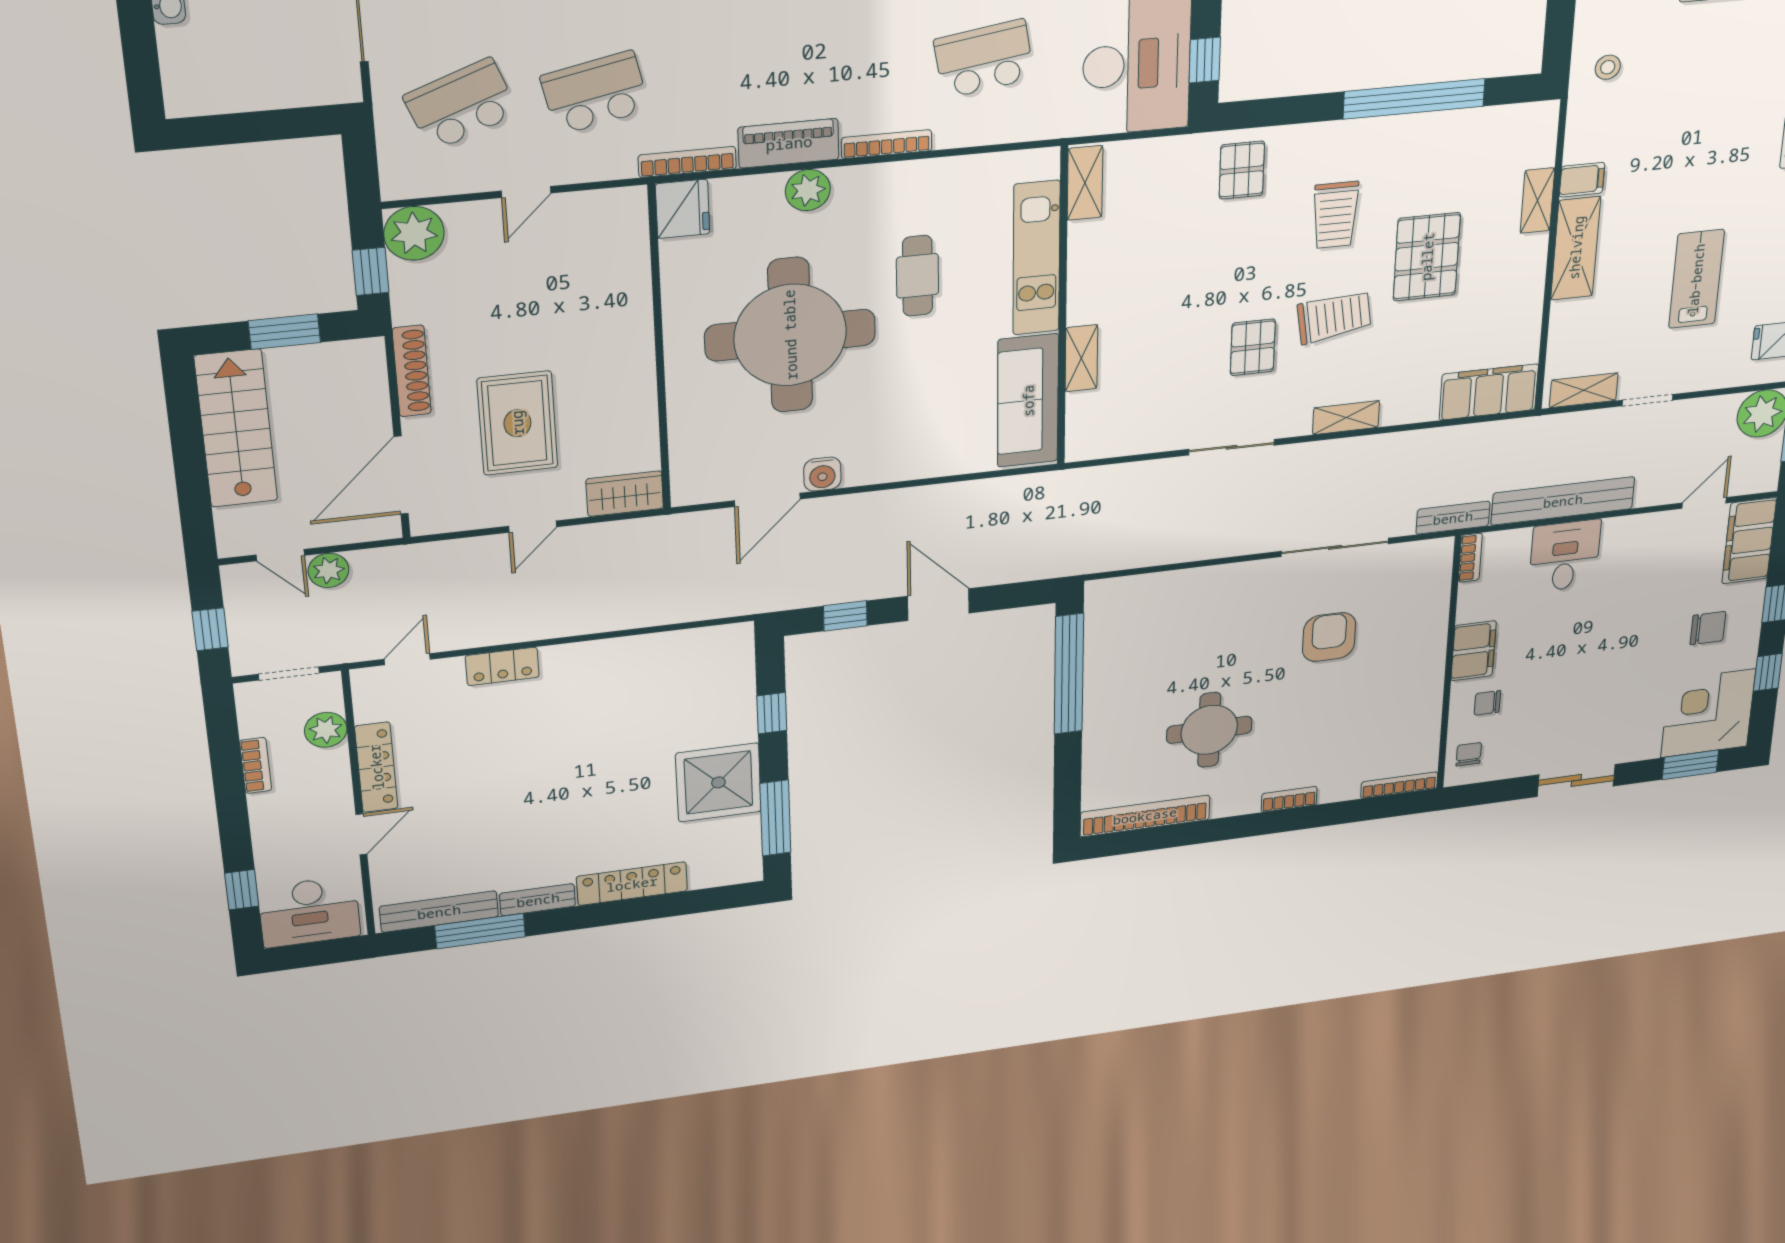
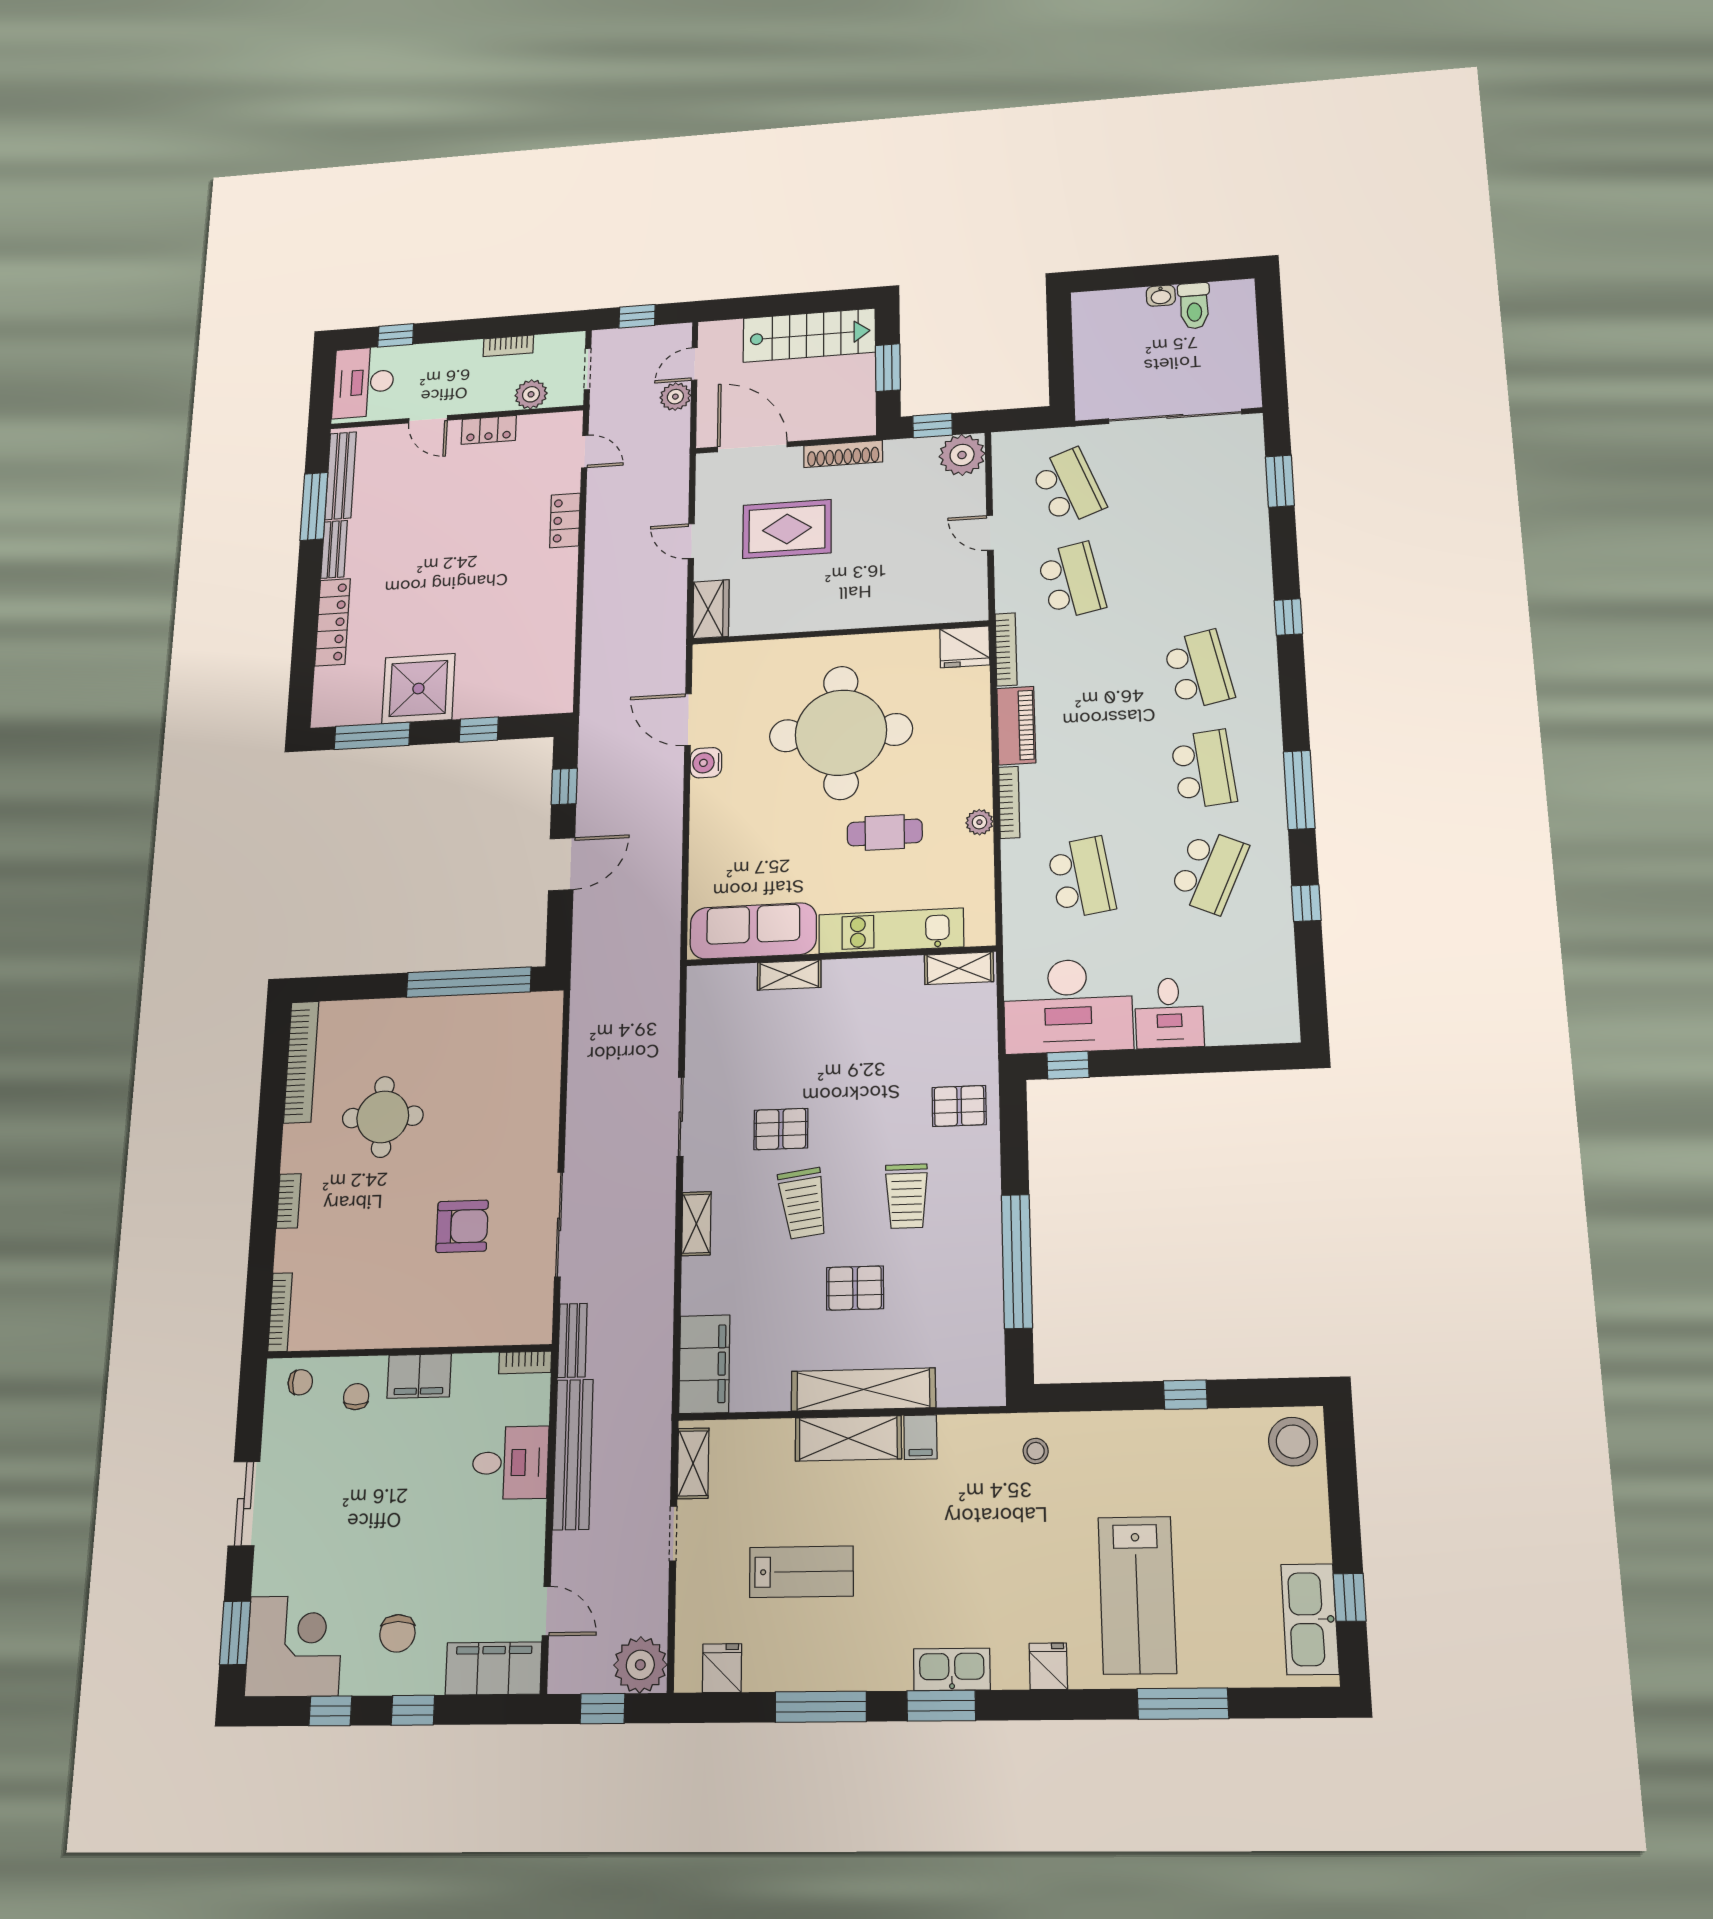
plant: (808, 190) -> (979, 822), moved, width x0.73, depth x0.73
shelving: (1537, 201) -> (863, 1389), width x2.20, depth x1.33
trolley: (1335, 215) -> (907, 1196), turned -90
pallet: (1427, 257) -> (855, 1288), width x0.67, depth x0.71
locker: (376, 767) -> (489, 430), width x0.66

